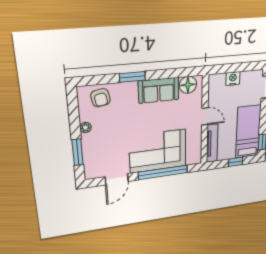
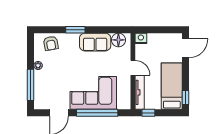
nightstand: (233, 79) -> (141, 38), moved
window: (78, 152) -> (30, 85), width x1.44
window: (236, 162) -> (148, 113), moved

